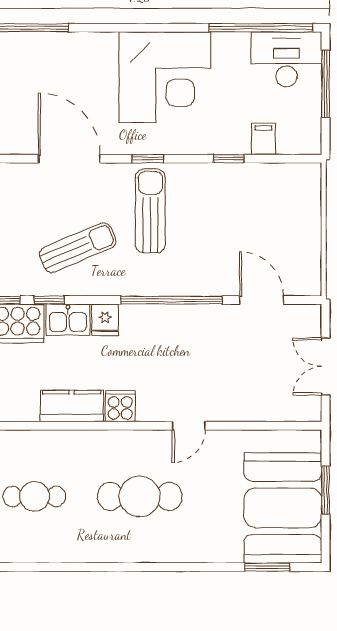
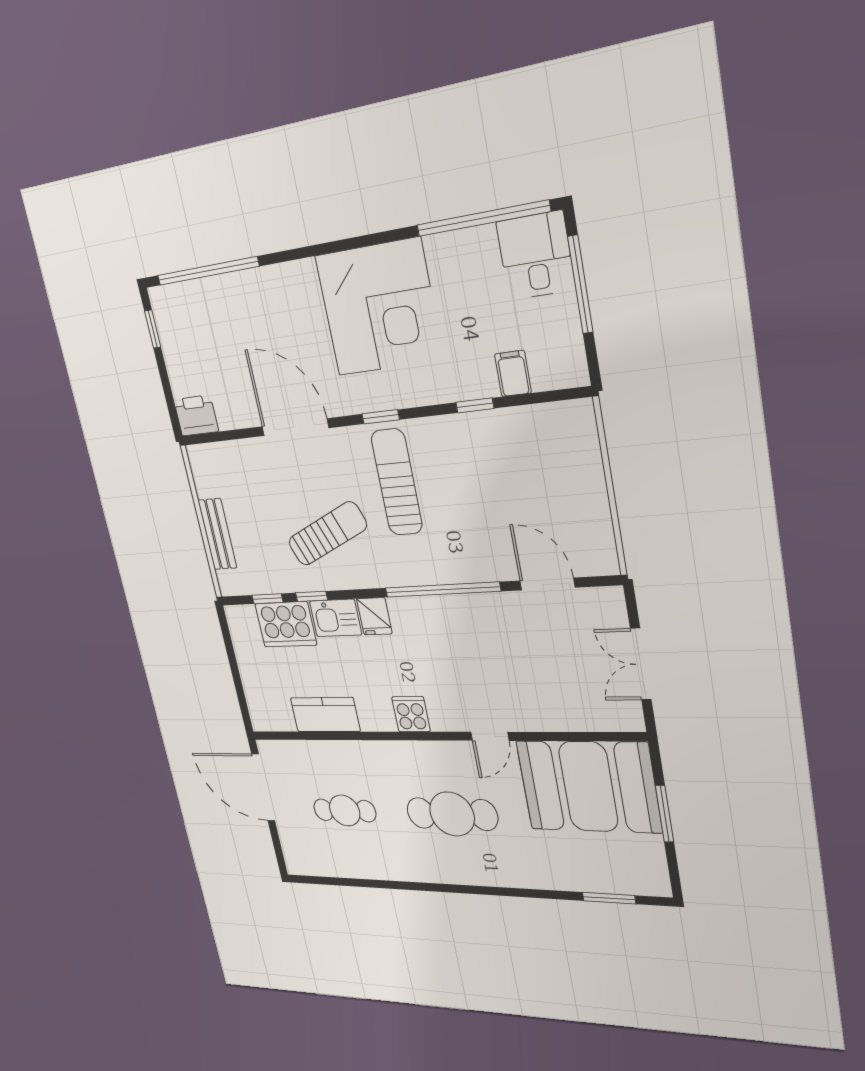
desk: (287, 59) -> (536, 256), width x0.73
kitchen counter: (72, 406) -> (325, 715), moved
booth: (283, 508) -> (588, 787), moved, turned 90

